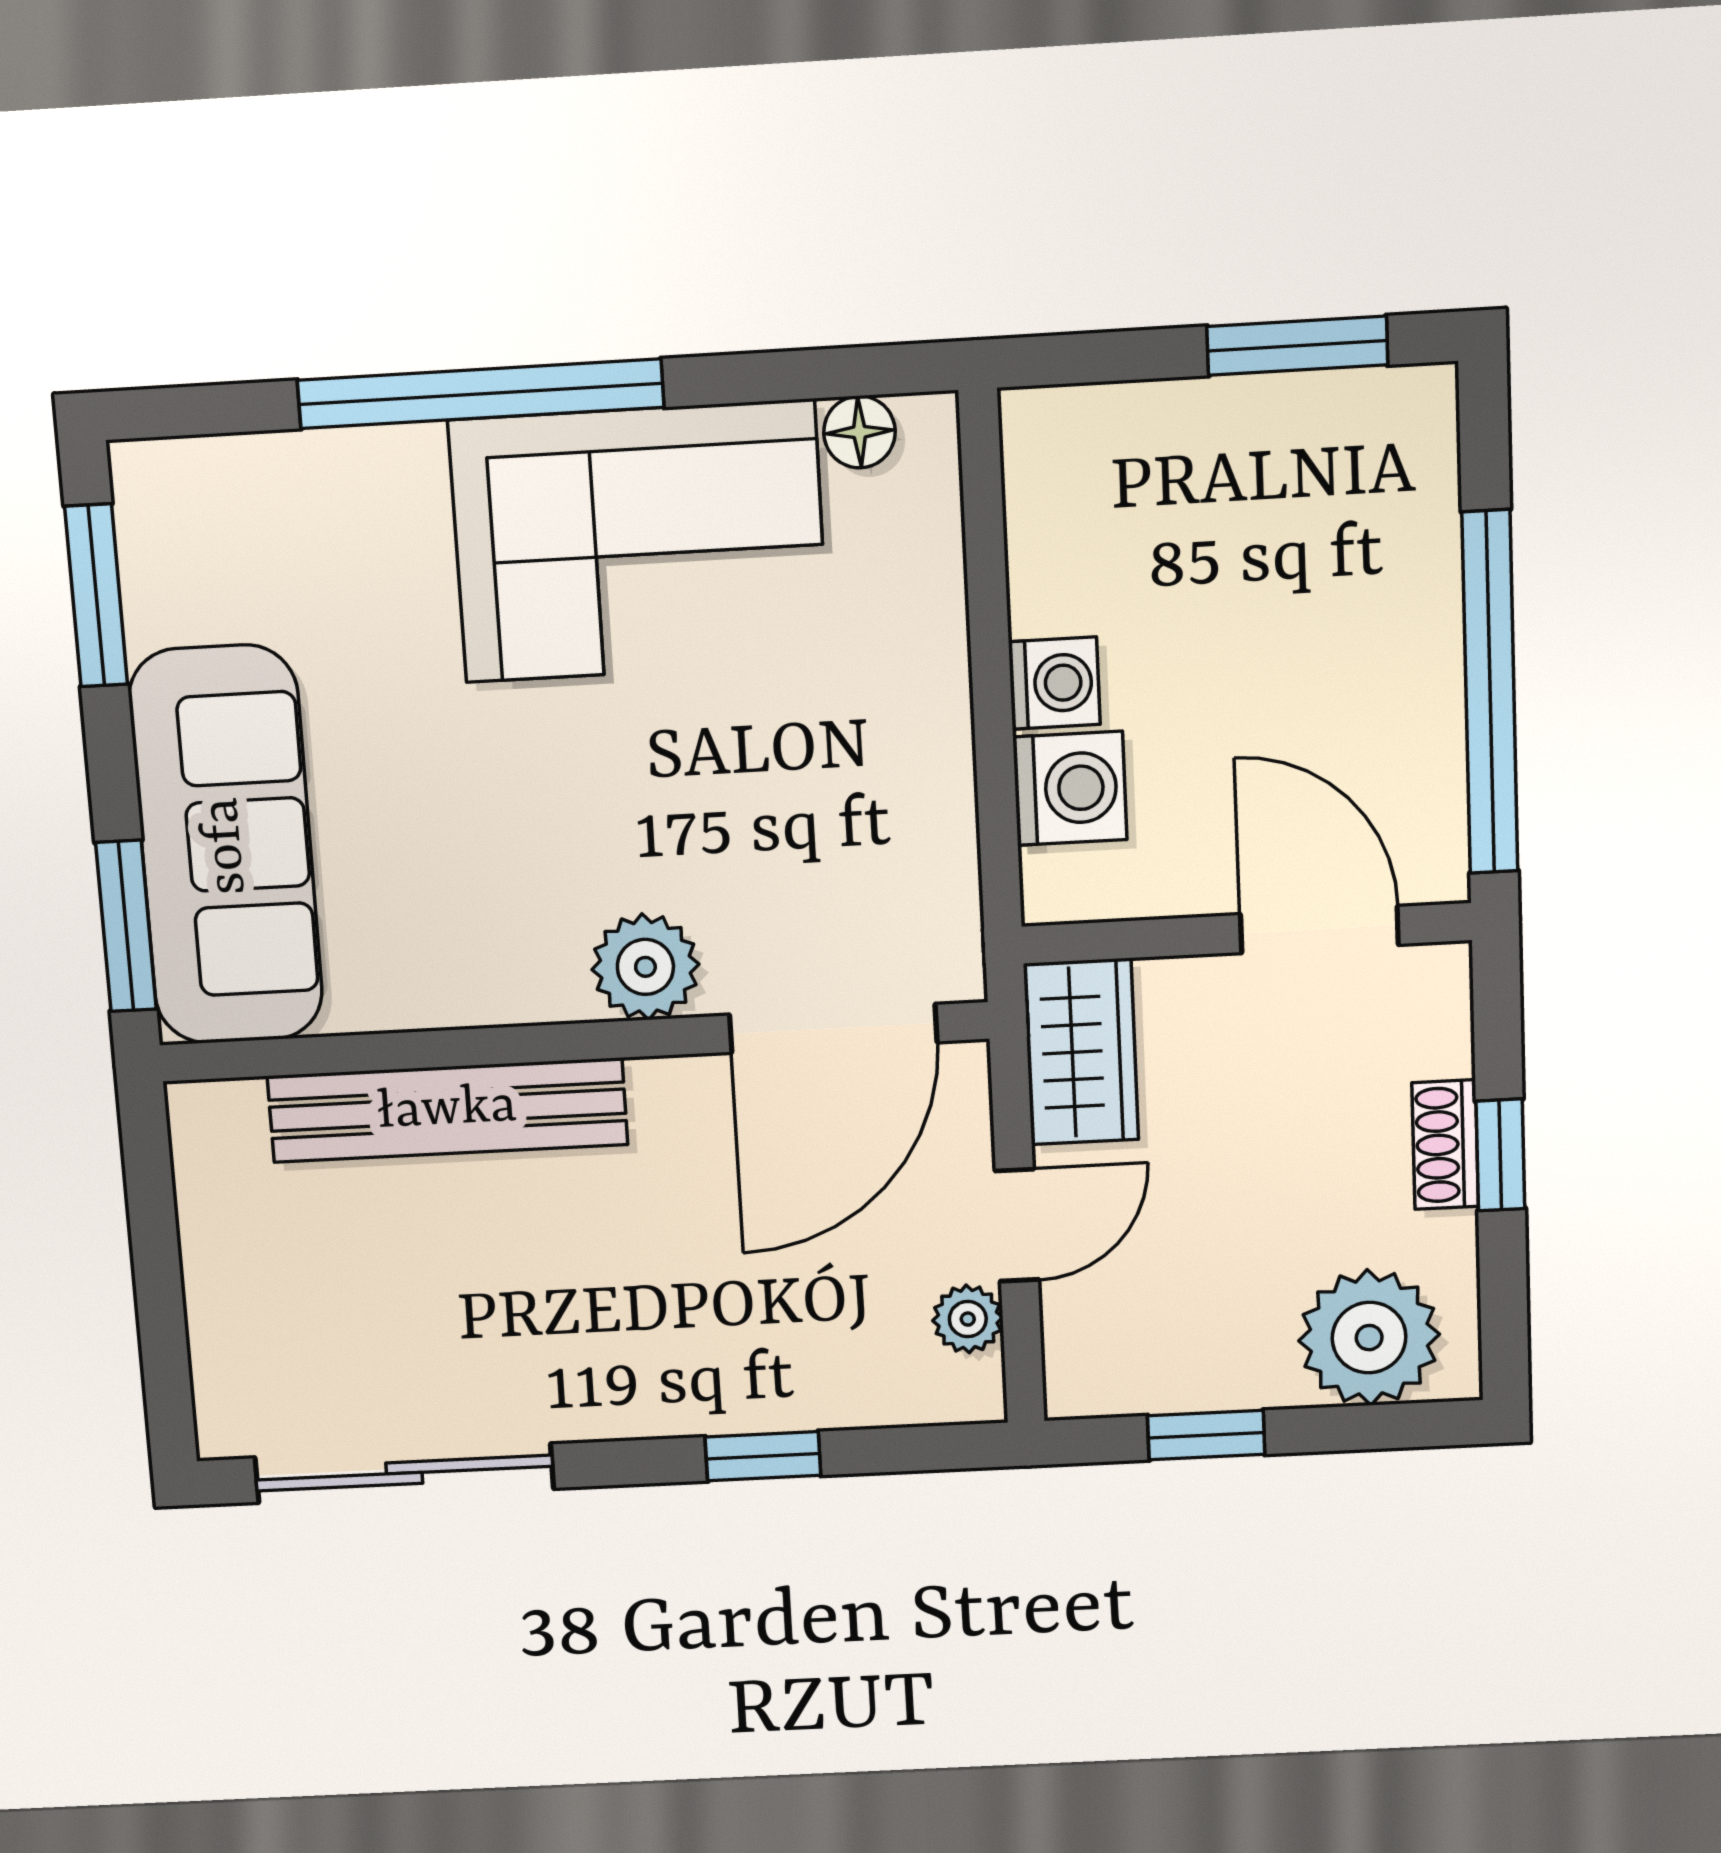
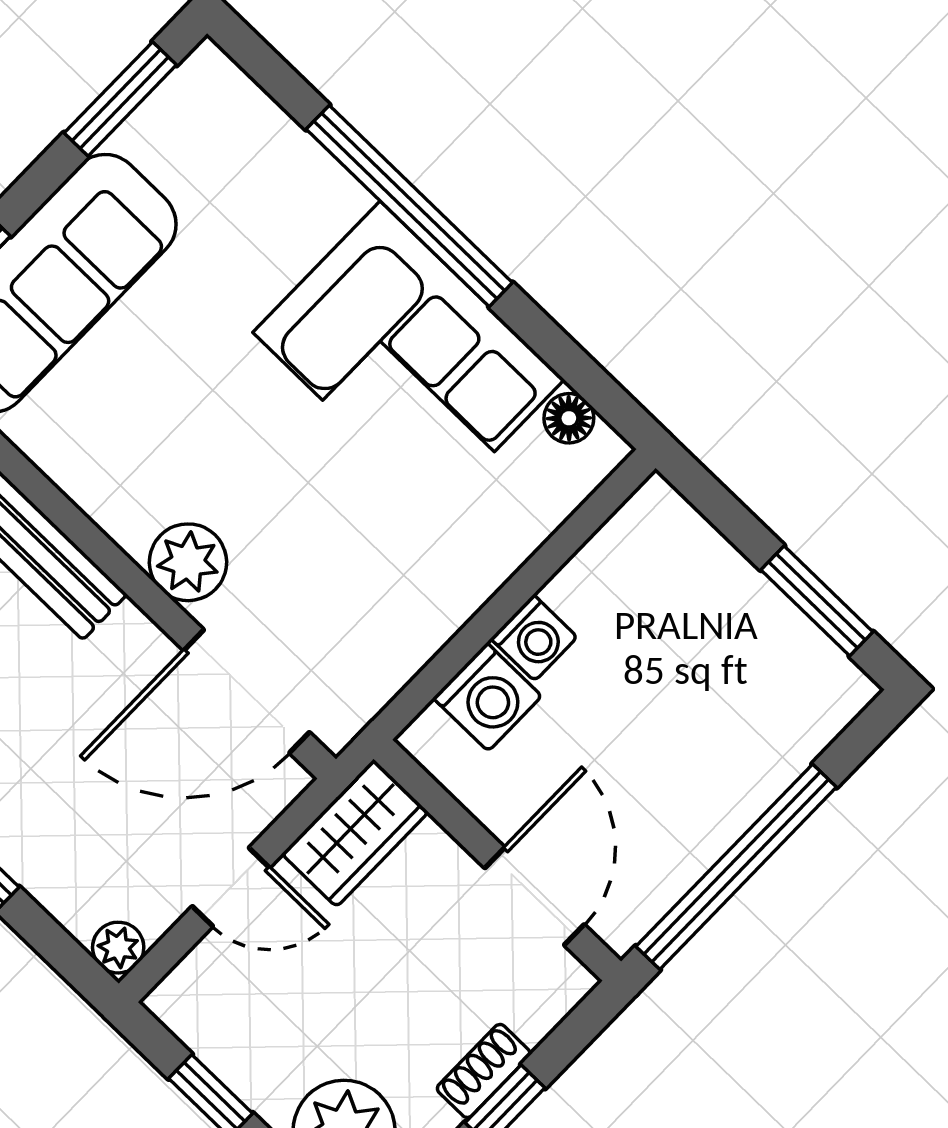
plant: (968, 1319) -> (118, 948), moved

